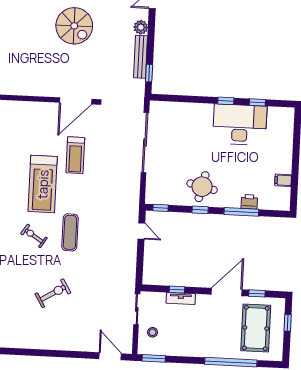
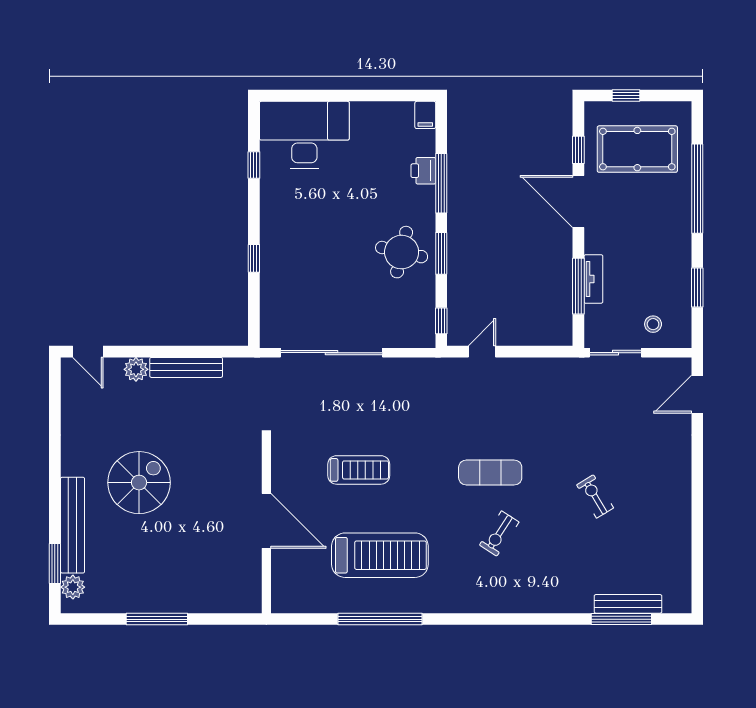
window: (149, 73) -> (213, 352), removed
door: (76, 101) -> (266, 521), moved
window: (226, 101) -> (254, 258), moved
desk: (240, 125) -> (304, 135), moved, turned 90
filing cabinet: (283, 180) -> (425, 115), moved
treadmill: (43, 184) -> (380, 555), moved
window: (200, 210) -> (441, 253), width x1.50
window: (177, 290) -> (578, 286), width x2.17
exercise bike: (53, 293) -> (595, 496), width x0.73, depth x0.72
window: (154, 358) -> (697, 288), moved

